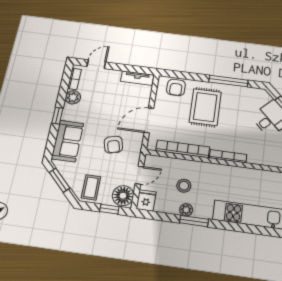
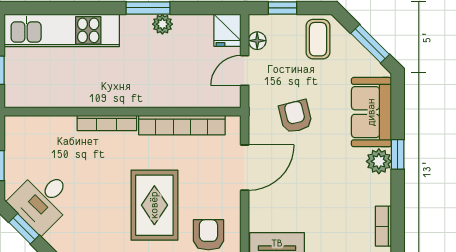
plant: (73, 97) -> (379, 161), moved
stool: (184, 186) -> (171, 63), removed
floor lamp: (123, 196) -> (257, 41), width x0.53, depth x0.53

